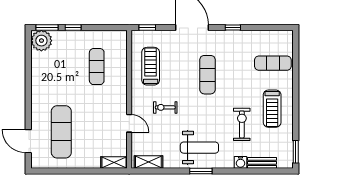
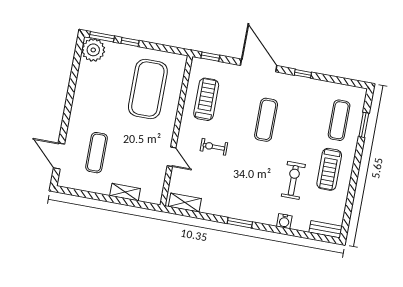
exercise mat: (273, 63) -> (339, 120), turned 90
exercise mat: (97, 67) -> (148, 89), width x2.00, depth x1.45
exercise mat: (61, 132) -> (97, 153), width x0.73, depth x0.69
weight bench: (199, 148) -> (243, 197), removed
window: (296, 152) -> (364, 125), moved
shelving: (114, 162) -> (125, 192), moved
bench: (262, 163) -> (326, 229), moved

